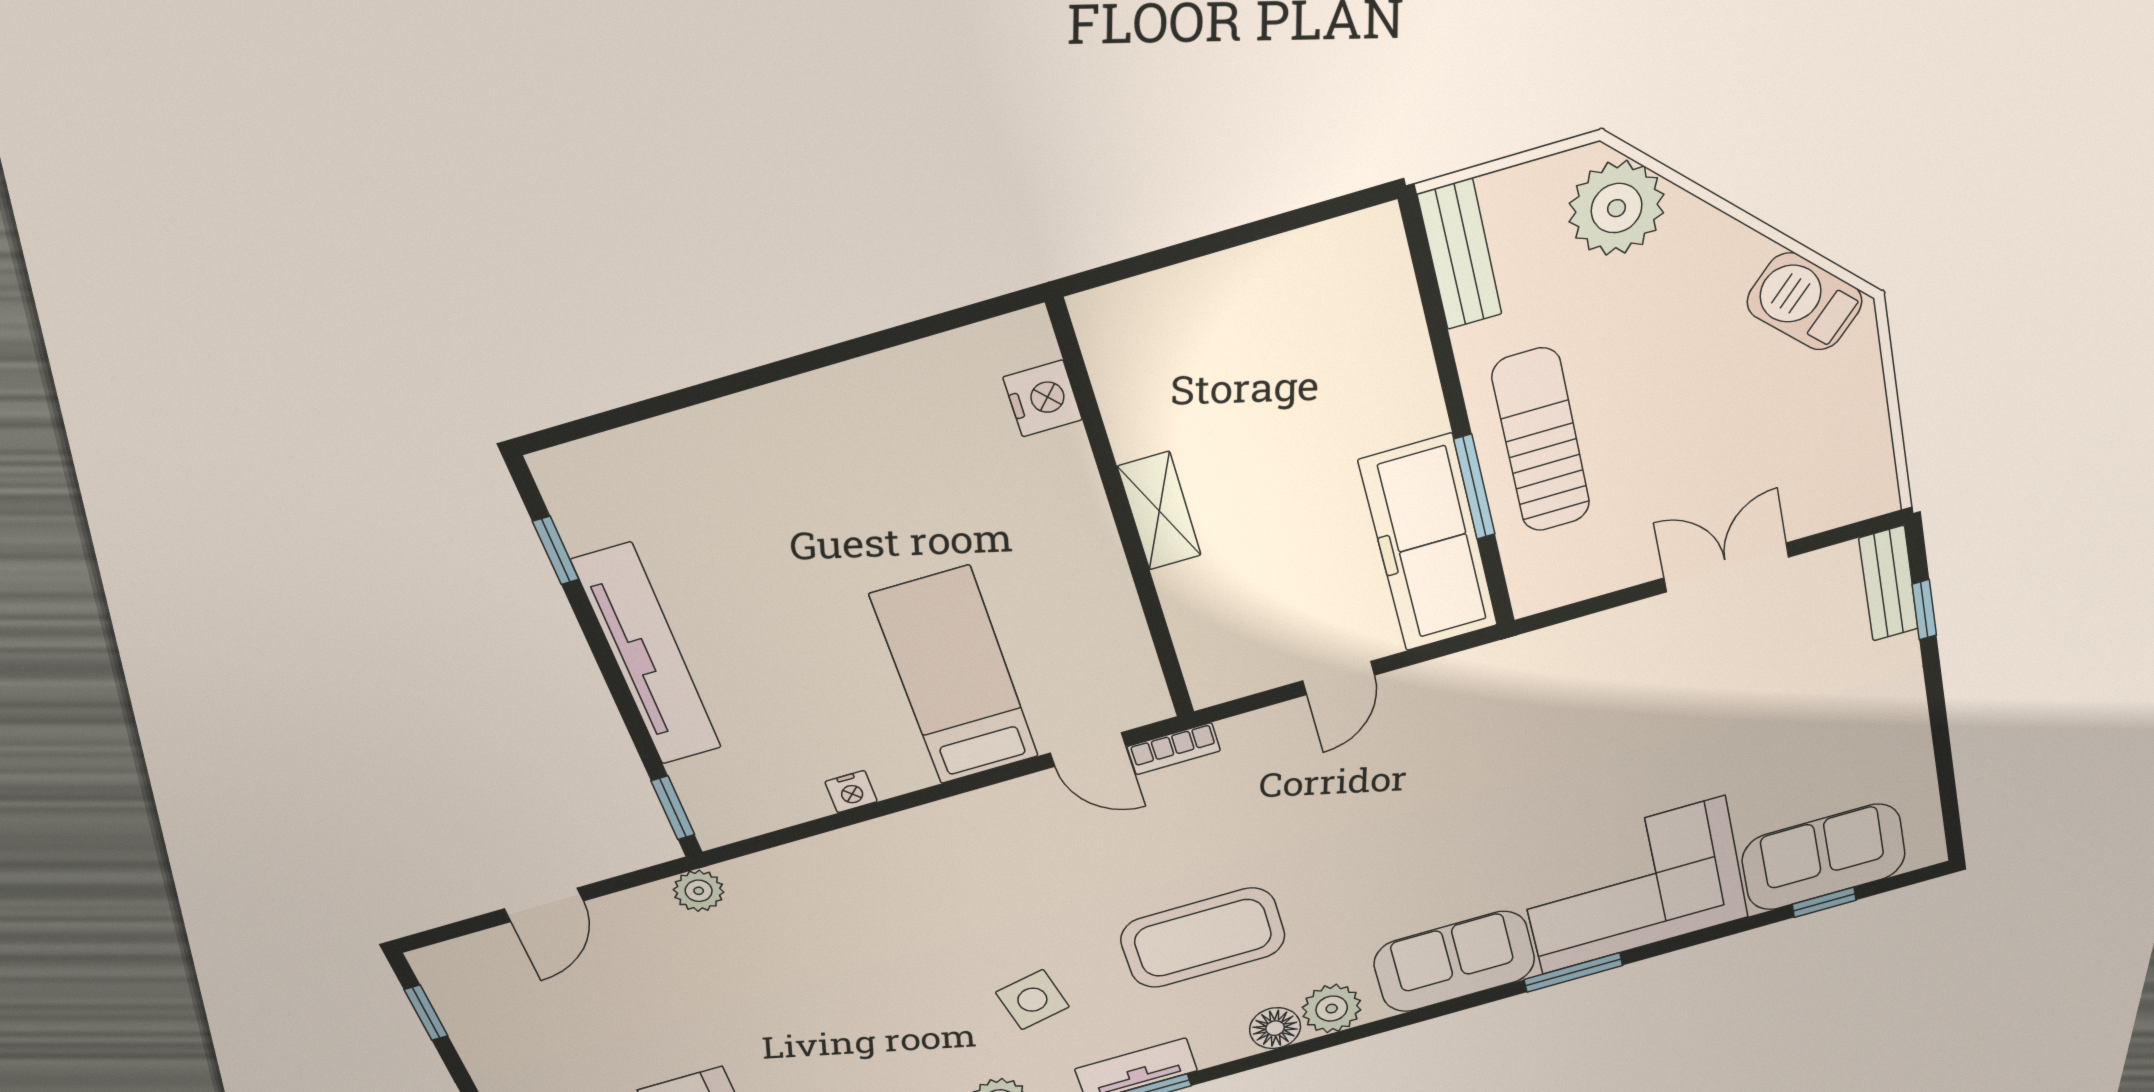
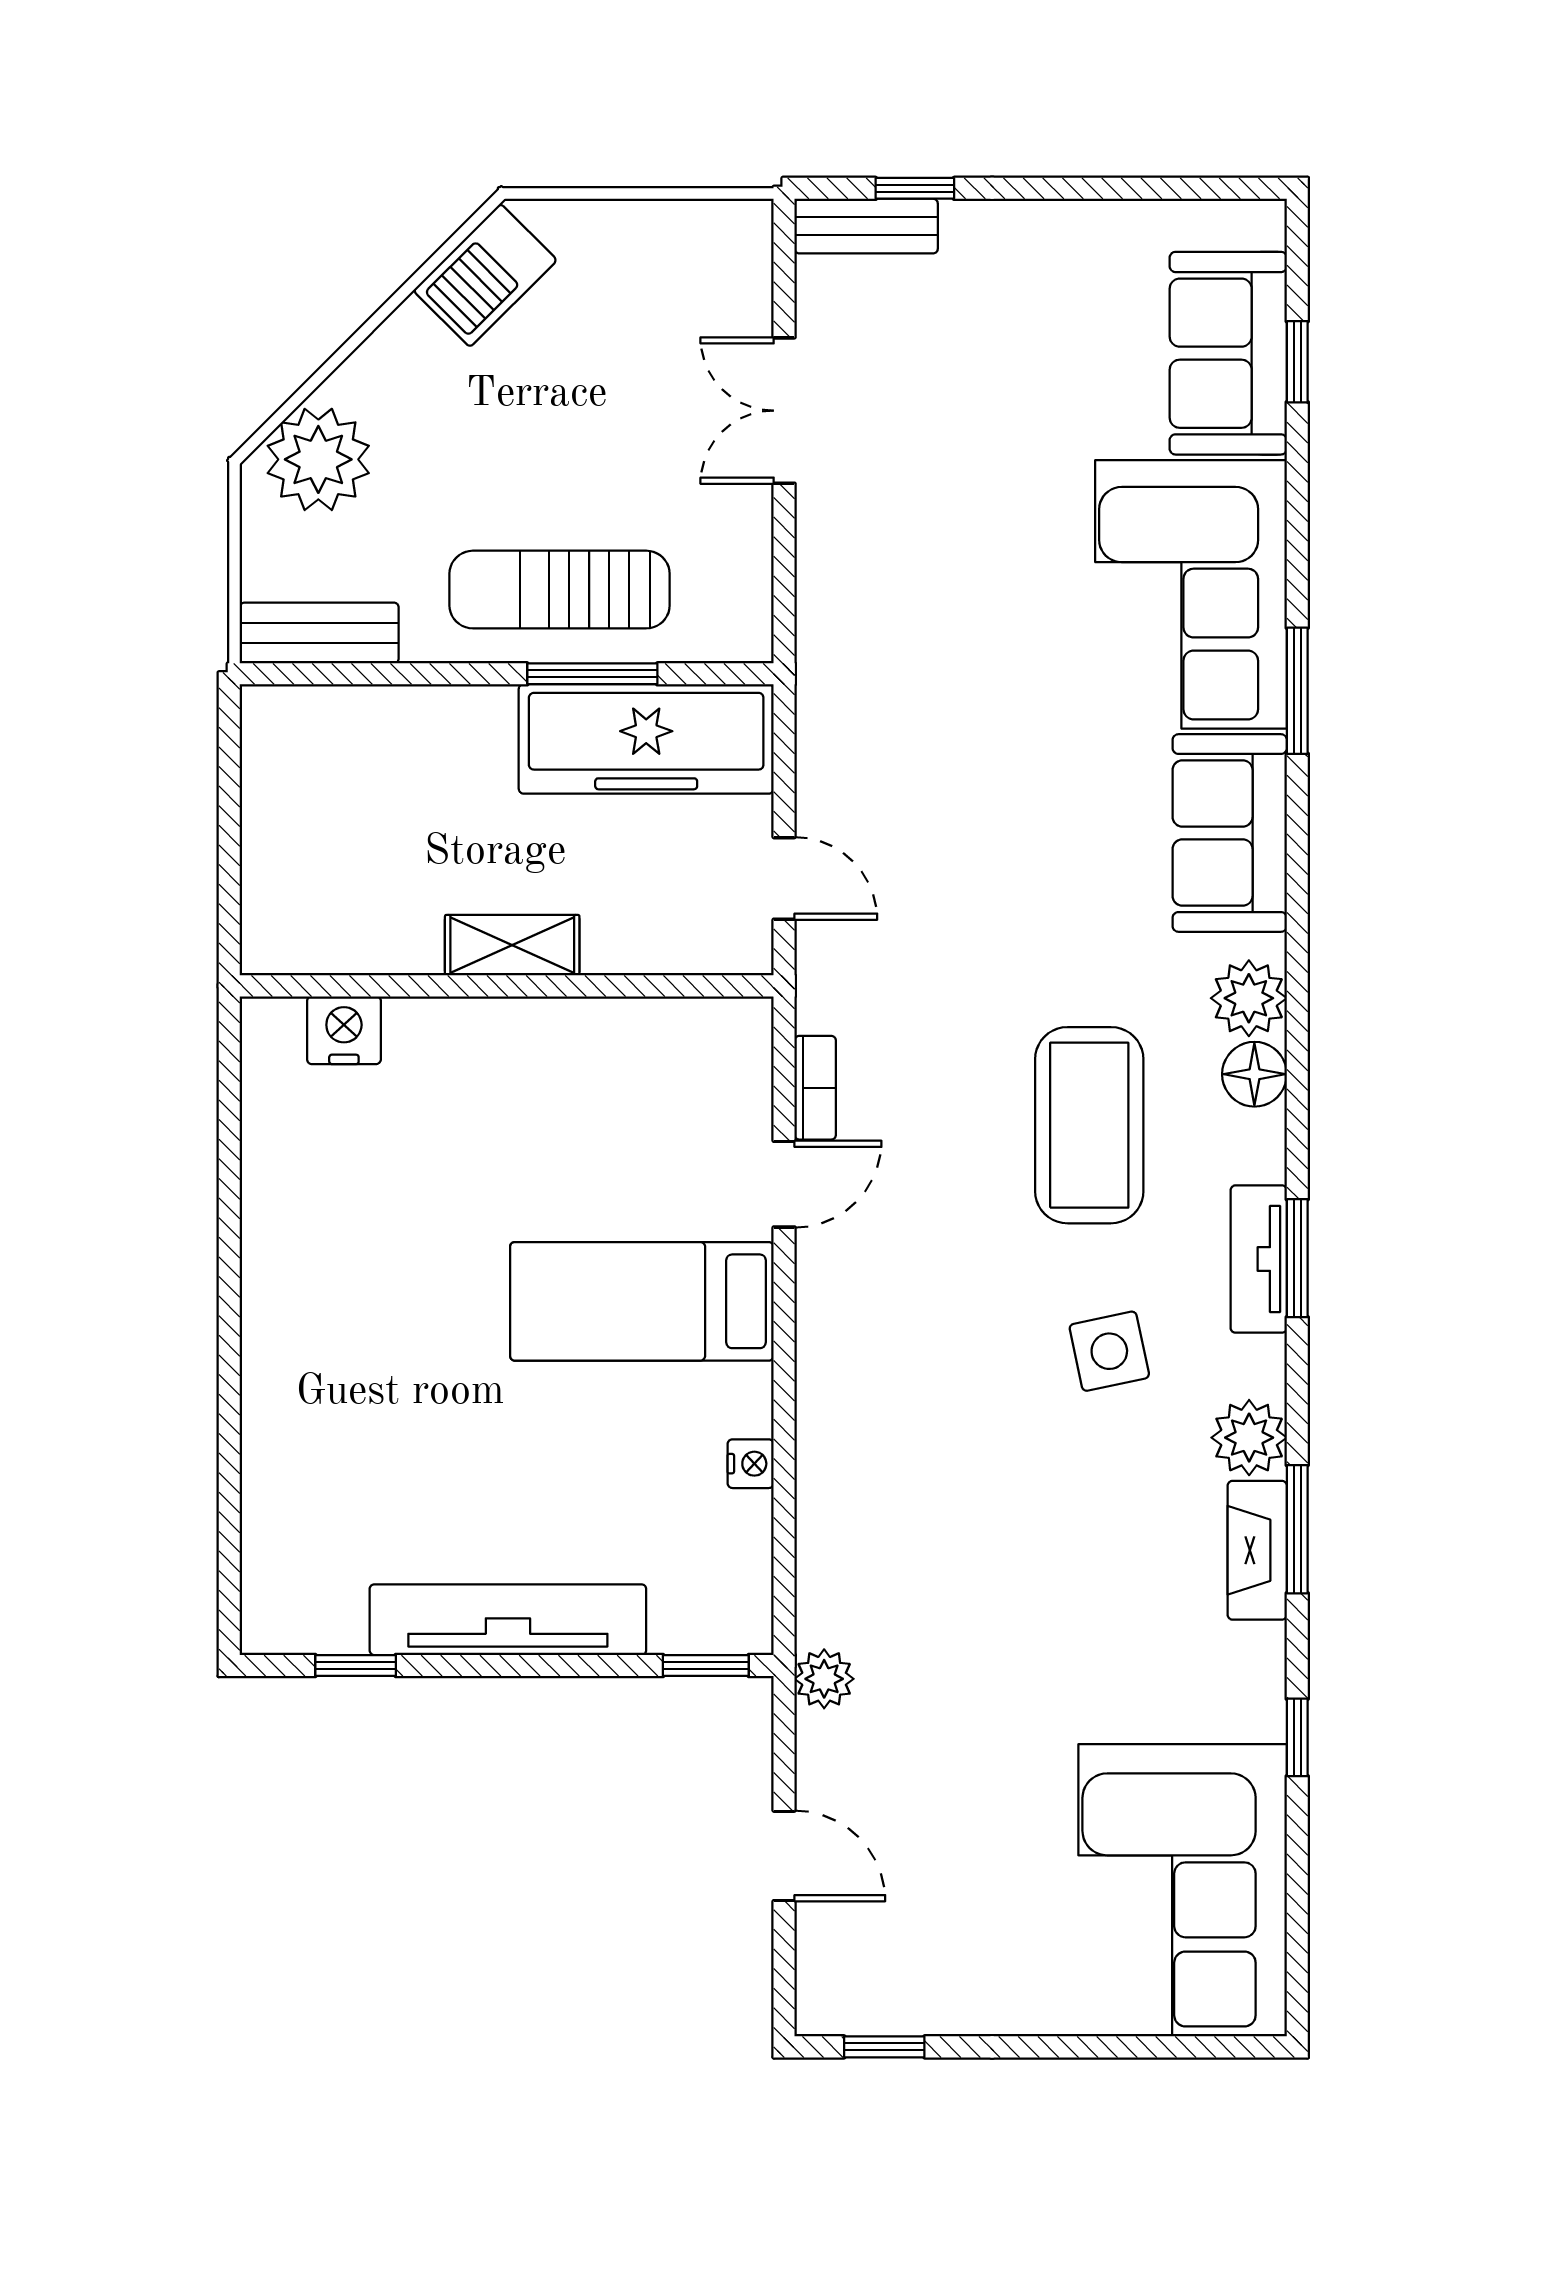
nightstand: (1043, 399) -> (344, 1030), moved
shelving: (1159, 511) -> (512, 945), moved
wall: (1123, 517) -> (507, 986), moved

